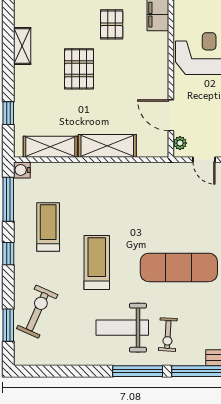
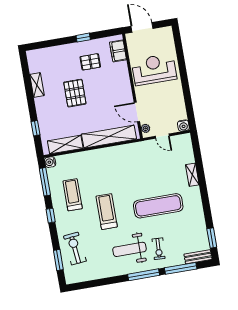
pallet: (112, 24) -> (90, 62), turned 90
shelving: (107, 146) -> (109, 137), width x1.47
exercise bike: (37, 312) -> (75, 249), turned -30

